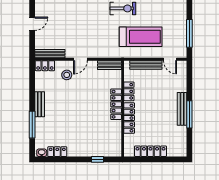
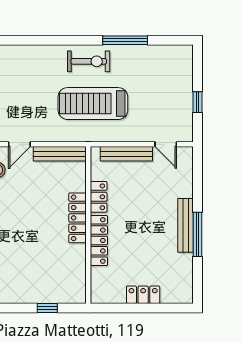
window: (189, 33) -> (197, 102), width x0.46
treadmill: (141, 37) -> (93, 104), moved, turned 180
bench: (109, 65) -> (60, 154), width x1.36
locker: (150, 151) -> (143, 295), width x0.66

